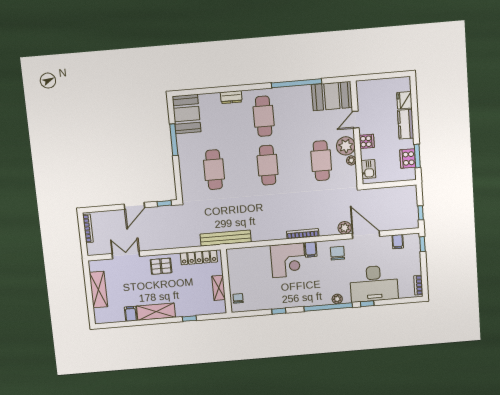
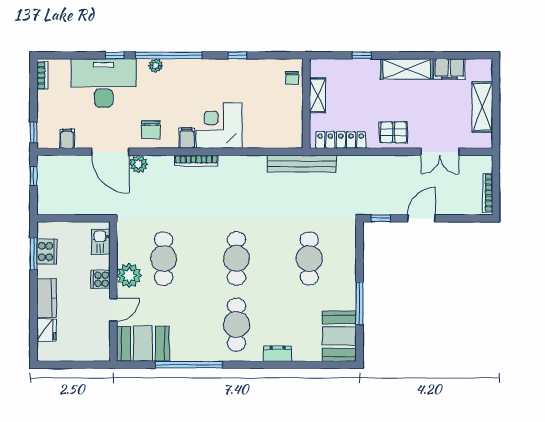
plant: (351, 160) -> (123, 255), removed
filing cabinet: (131, 314) -> (449, 69), width x2.00

